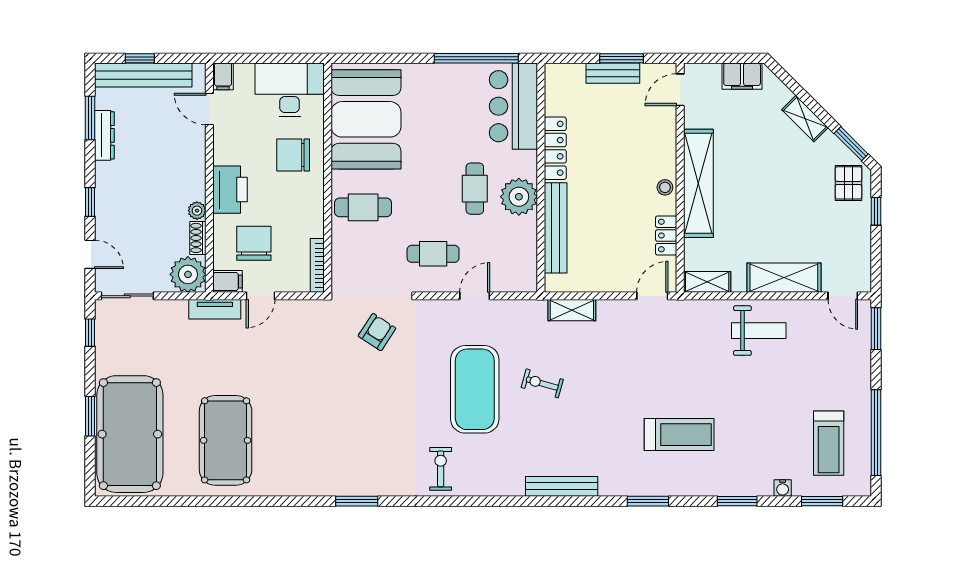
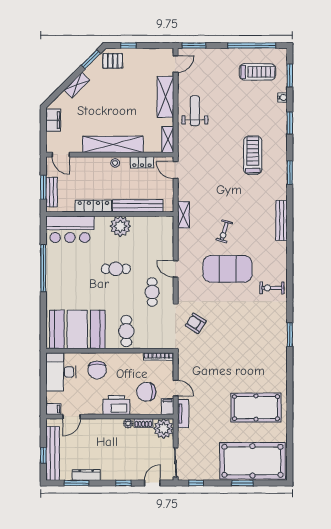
bar counter: (513, 106) -> (70, 229), moved
locker: (555, 148) -> (93, 206), moved
wall: (541, 178) -> (110, 214), moved
plant: (519, 197) -> (120, 226), moved
bench: (556, 228) -> (138, 206), moved

